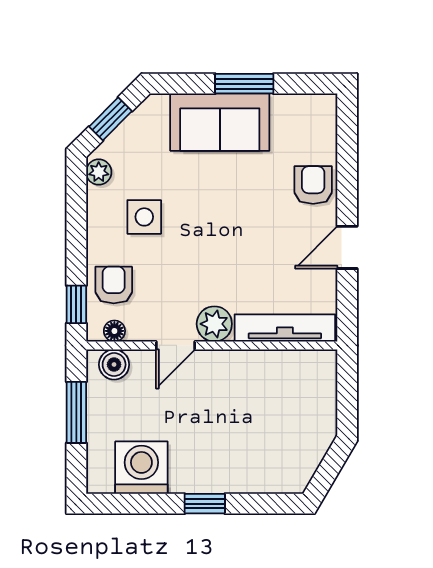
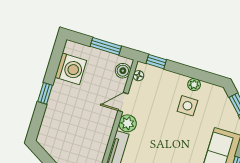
plant: (99, 172) -> (194, 85), moved
armchair: (114, 285) -> (160, 82), removed
door: (175, 345) -> (123, 102), hinge flipped

